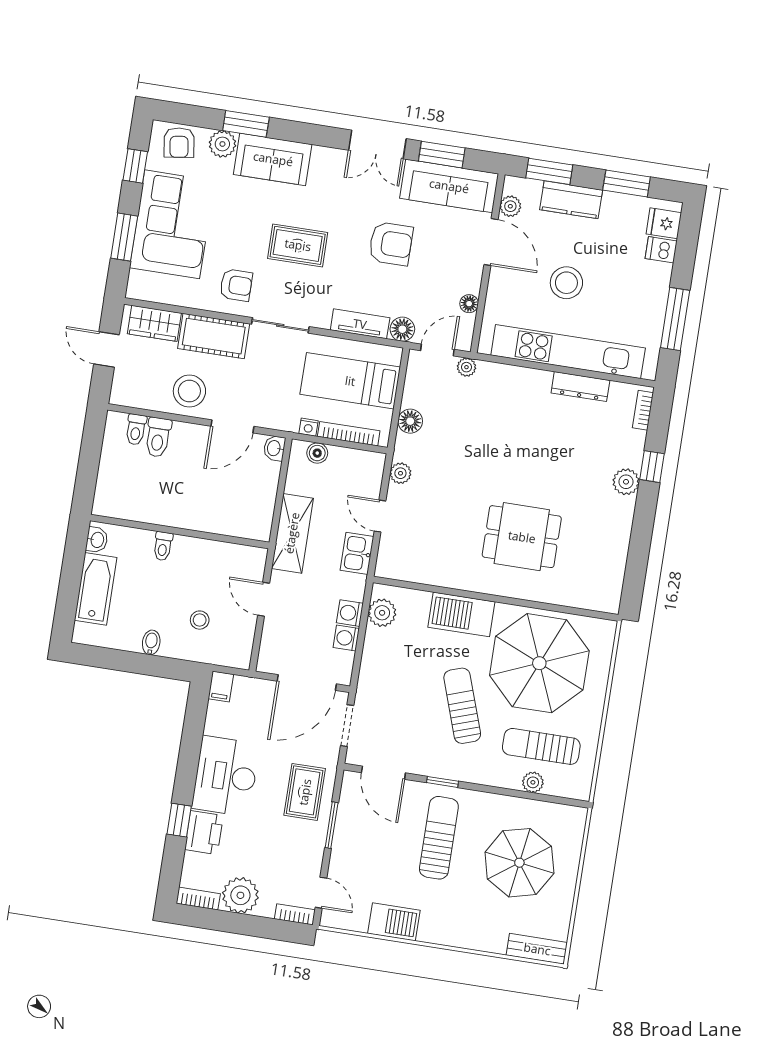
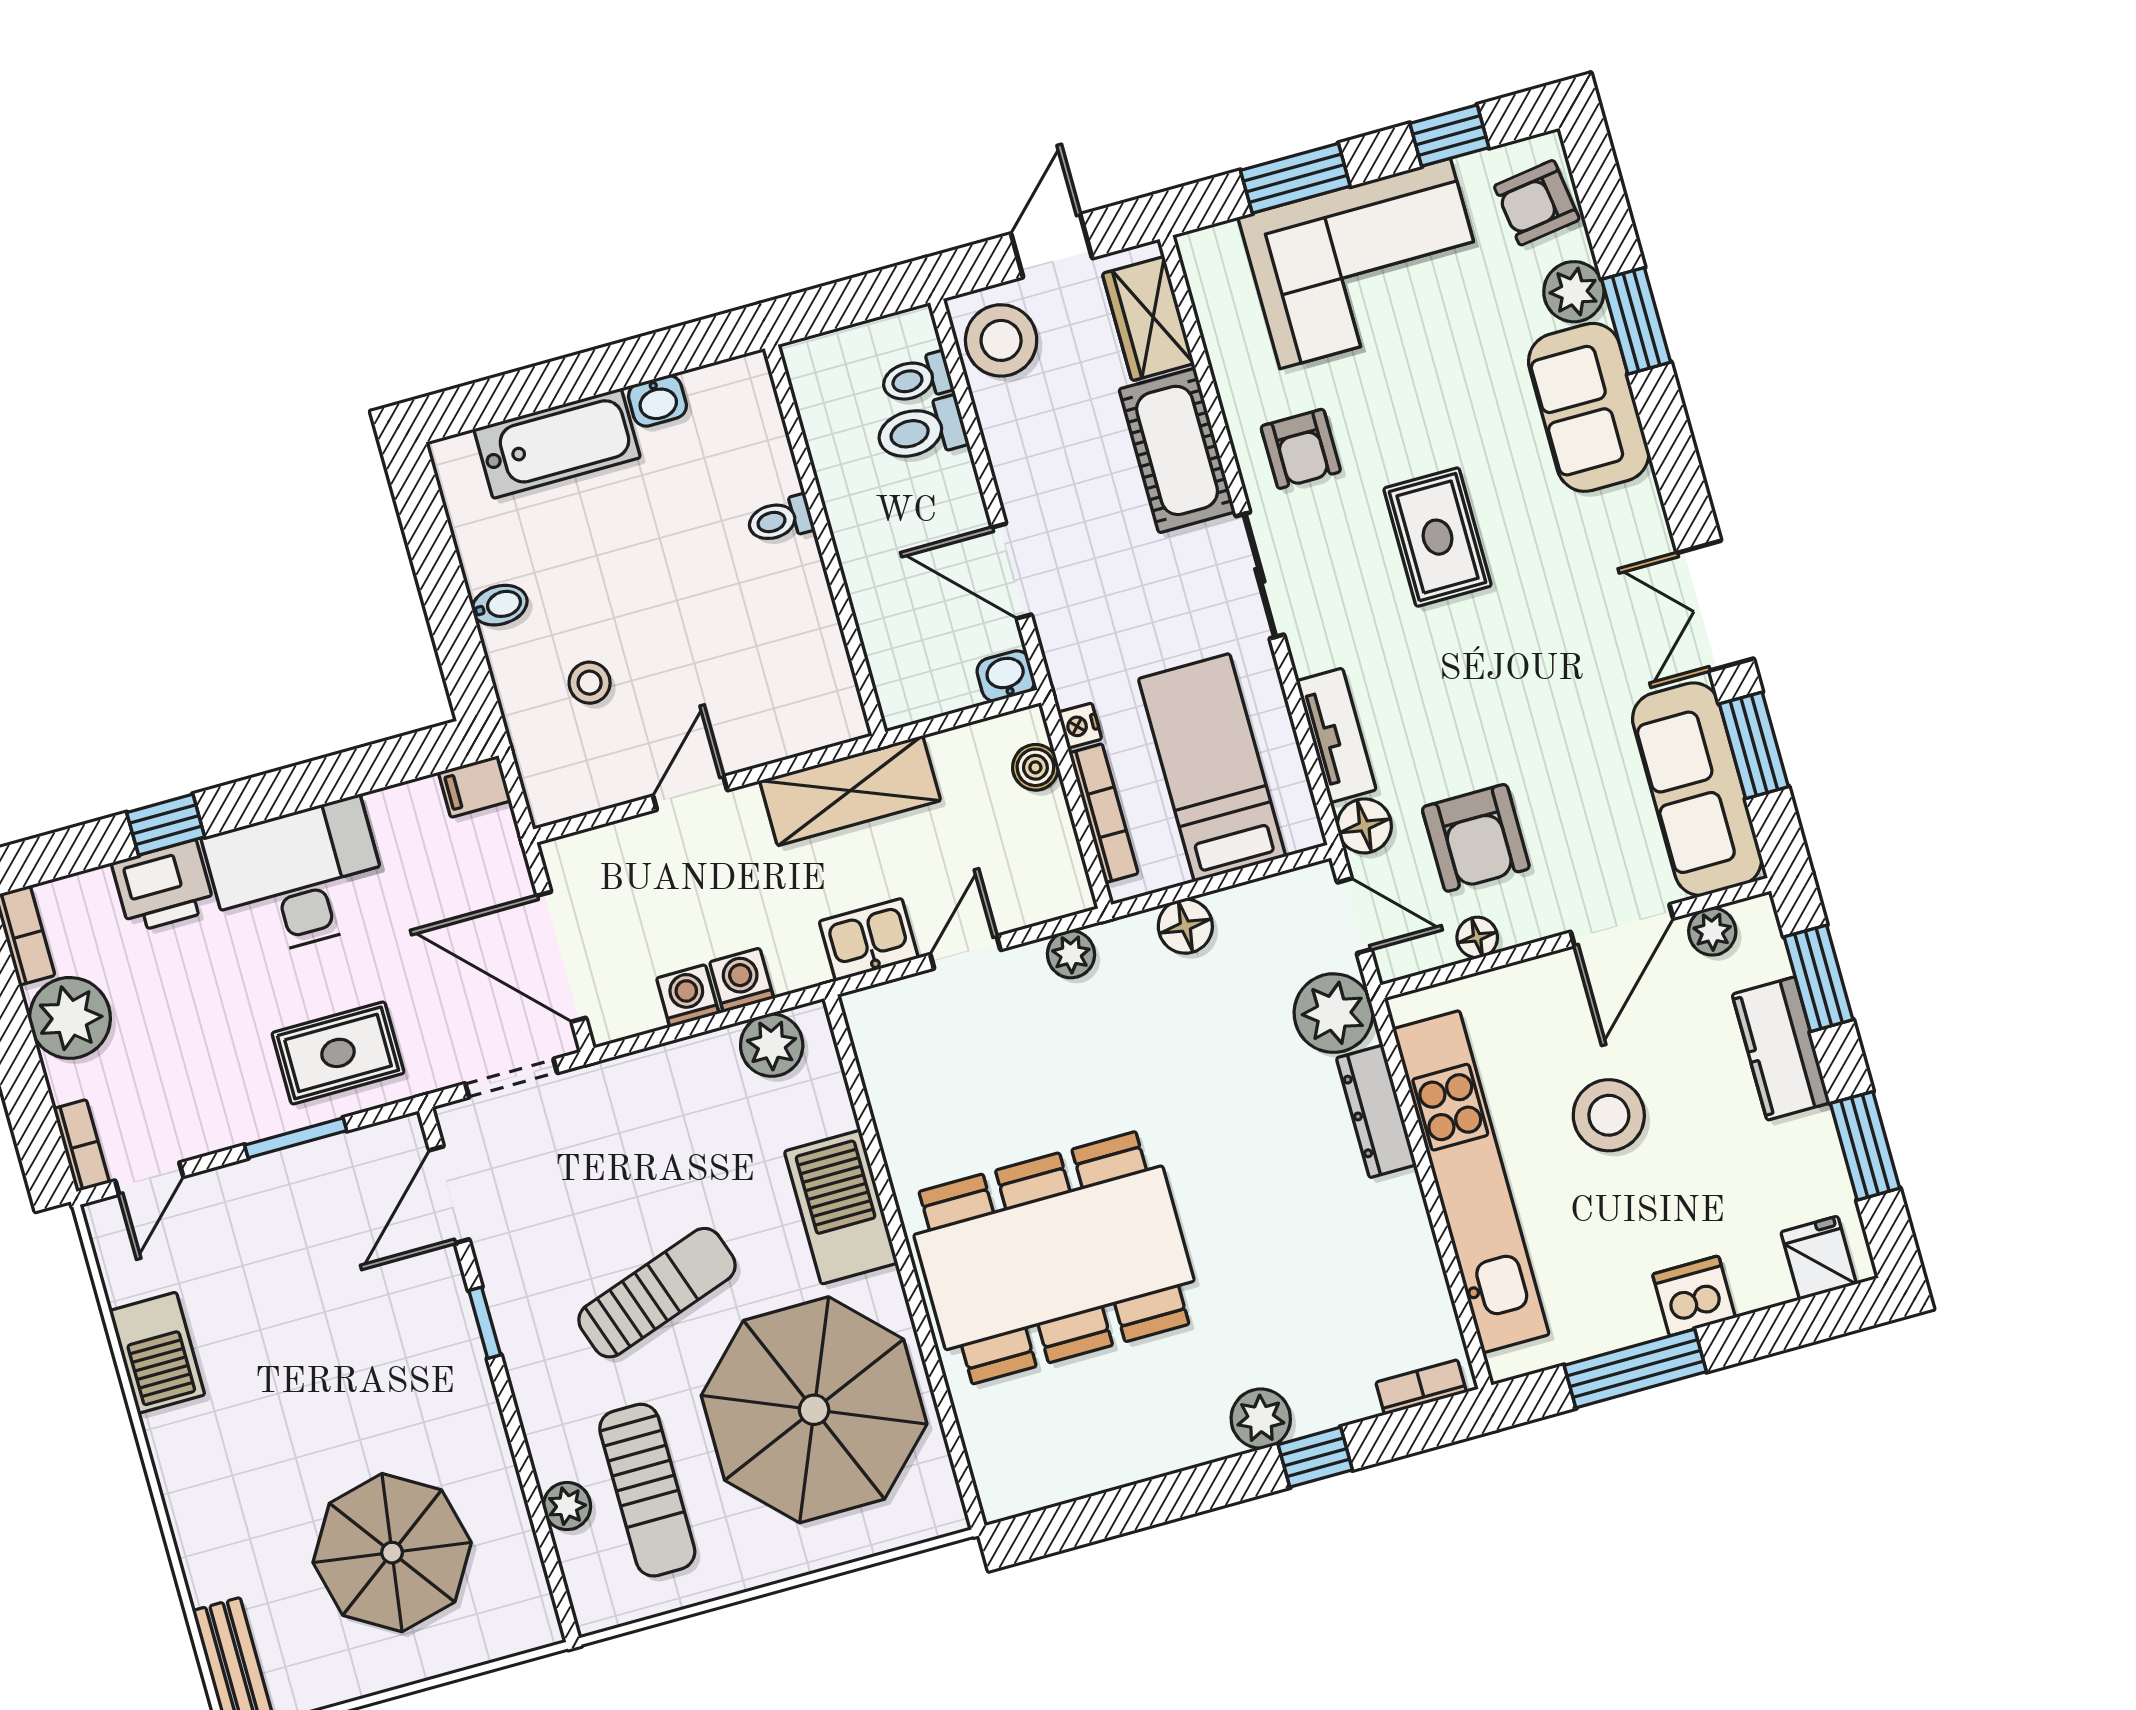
armchair: (391, 244) -> (1476, 838), moved
dishwasher: (661, 250) -> (1694, 1296), moved, width x1.38
plant: (466, 367) -> (1333, 1013), width x1.87, depth x1.87
dresser: (580, 387) -> (1376, 1111), moved
stool: (189, 391) -> (1001, 340), moved
wall: (180, 532) -> (825, 540), moved
dining table: (522, 537) -> (1054, 1258), width x1.88, depth x1.24
toilet: (163, 546) -> (780, 520), moved
sun lounger: (541, 746) -> (647, 1490), turned 180
sun lounger: (439, 838) -> (369, 1367), removed

